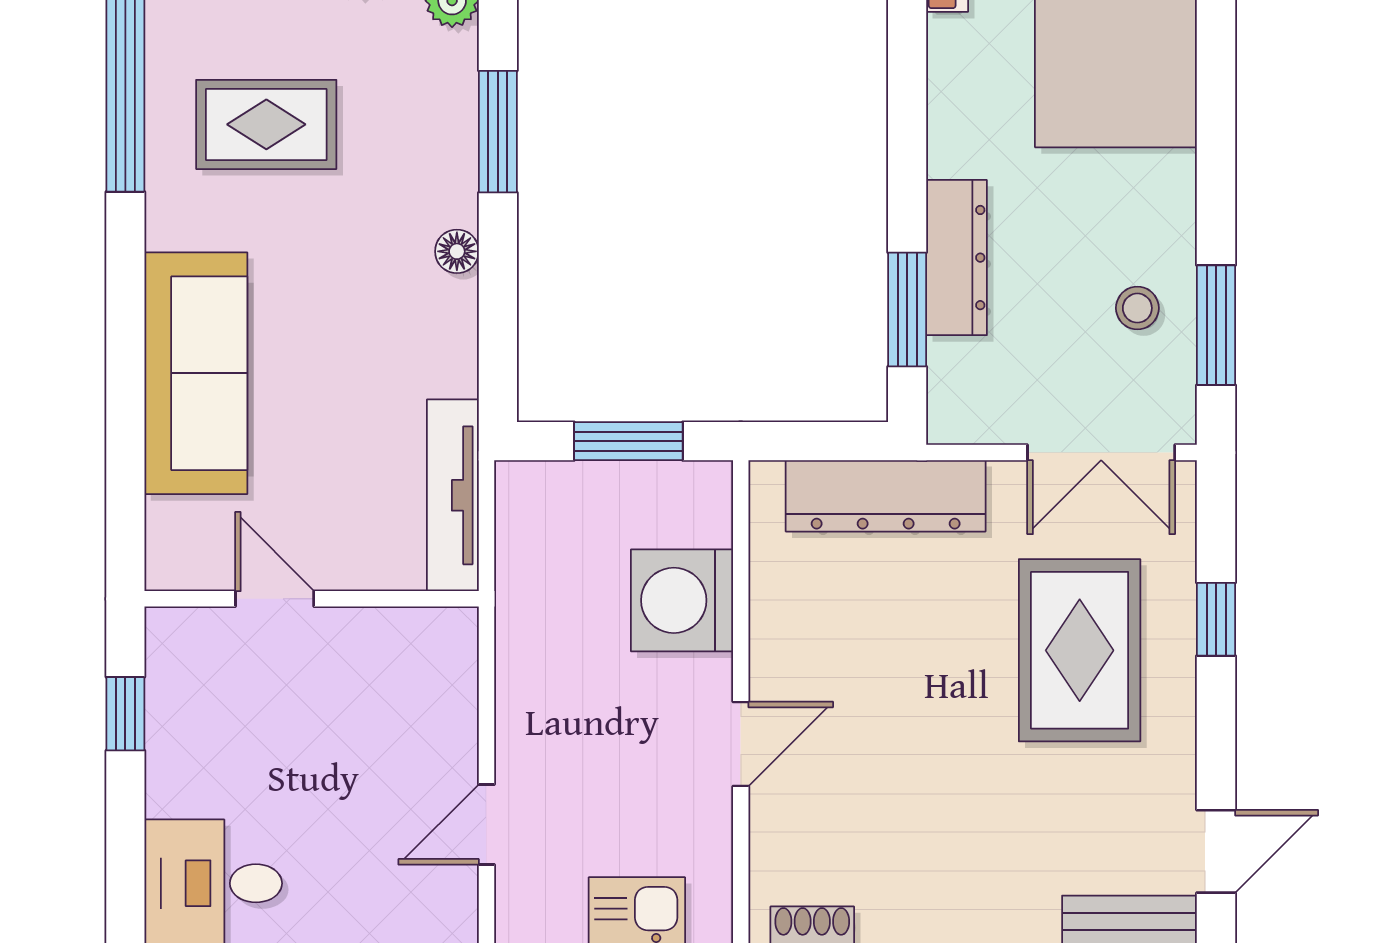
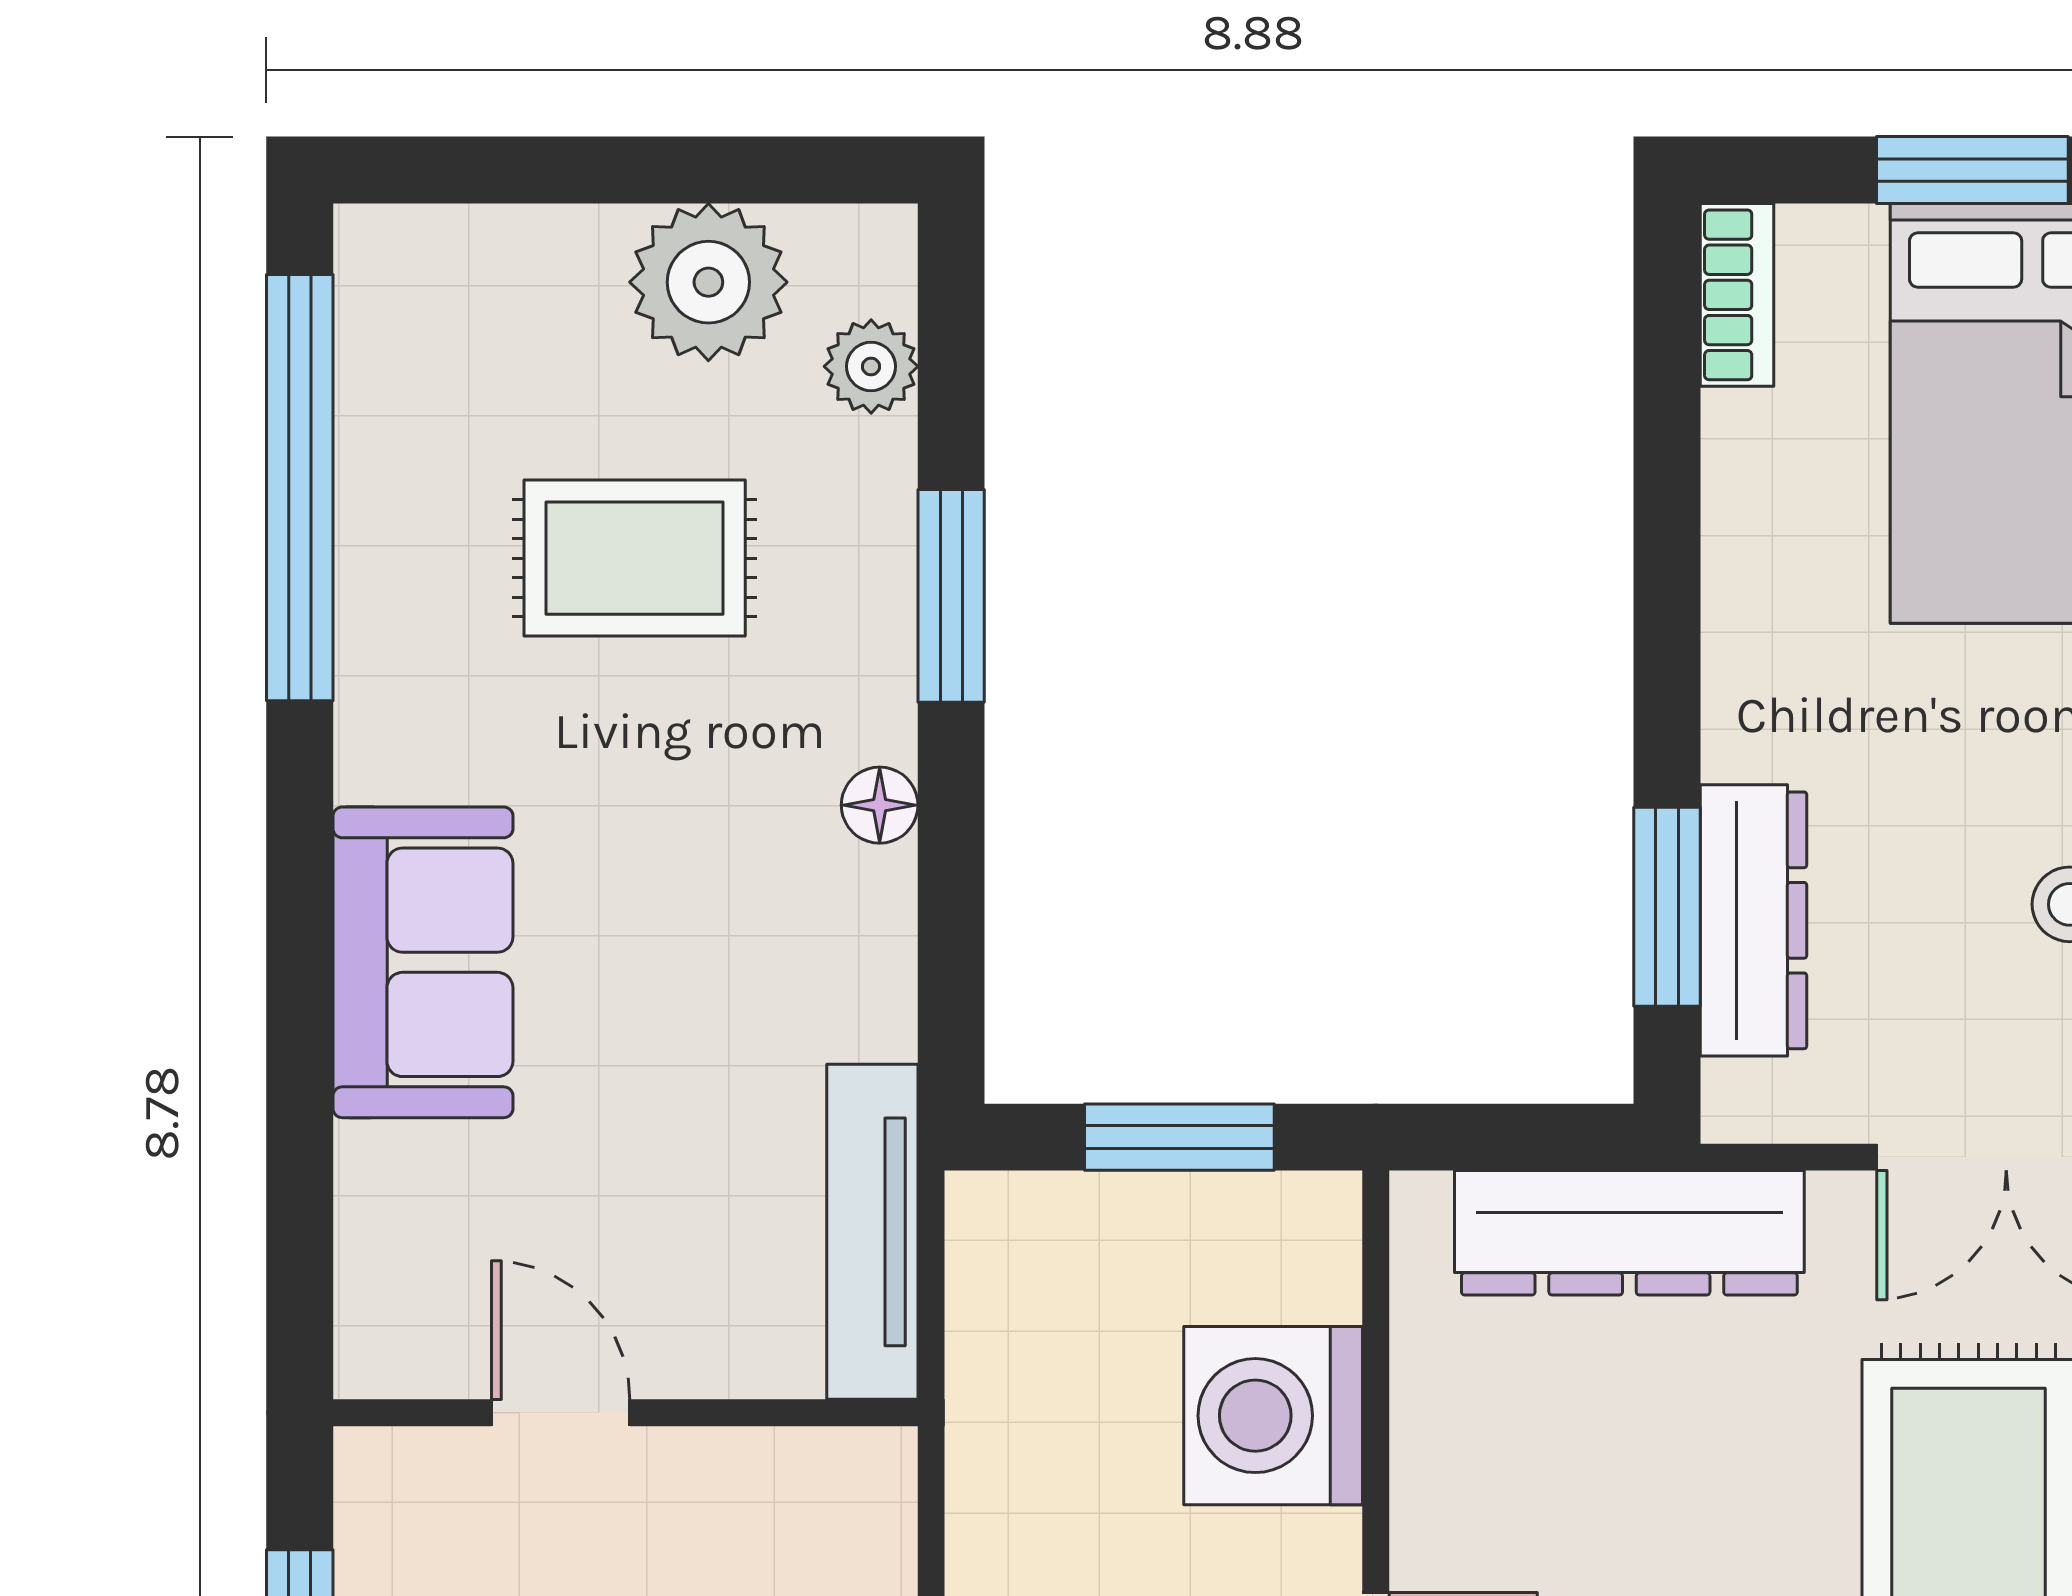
rug: (266, 124) -> (635, 558), moved
dresser: (957, 258) -> (1753, 920), moved
sofa: (196, 373) -> (423, 962), width x0.73

